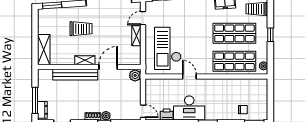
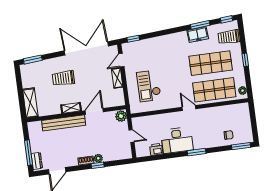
trolley: (81, 29) -> (63, 78), turned 180
checkout: (168, 48) -> (149, 86), width x0.73, depth x0.83
door: (189, 76) -> (189, 108), moved
door: (143, 111) -> (131, 136), moved

